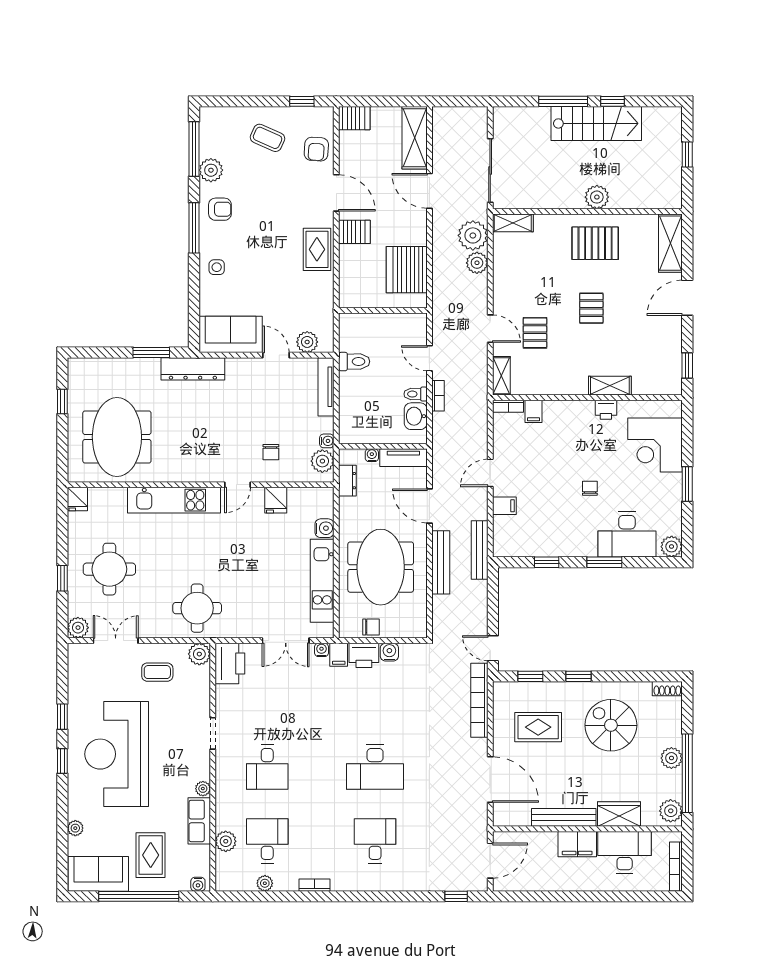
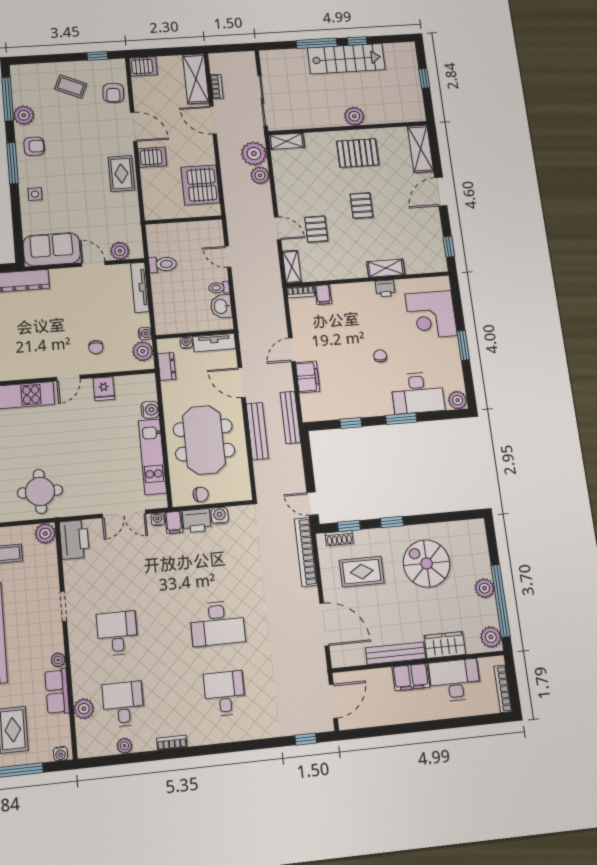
bookcase: (438, 396) -> (217, 87), moved
filing cabinet: (504, 506) -> (308, 377), width x2.00
shoe rack: (667, 689) -> (339, 538), moved
desk: (267, 767) -> (117, 633), turned 180

